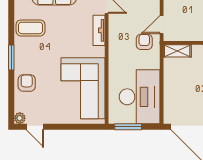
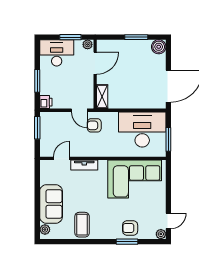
window: (11, 58) -> (127, 242), moved

